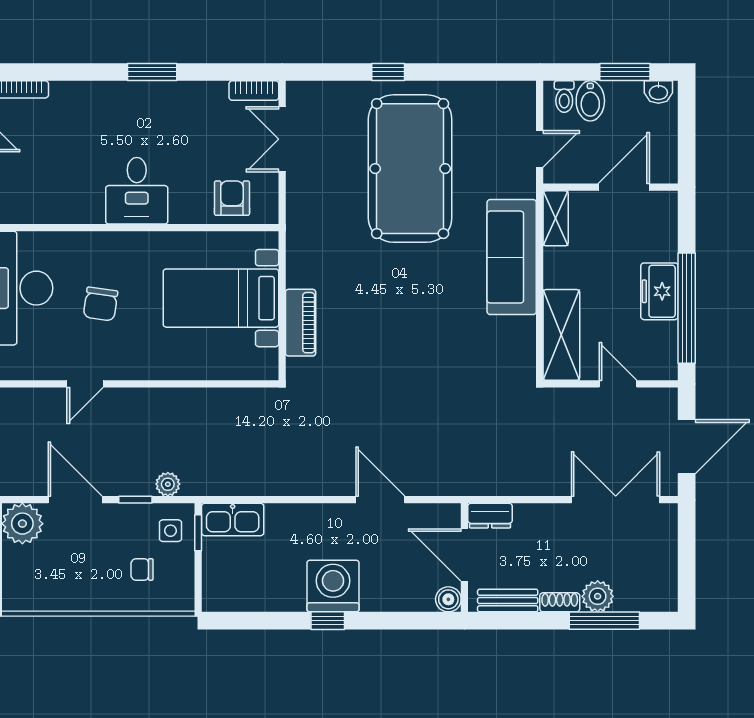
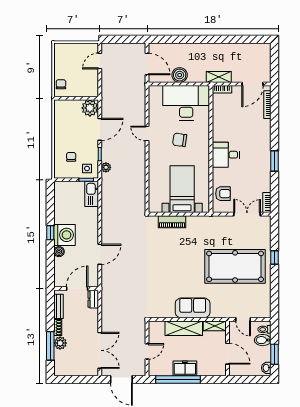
sofa: (512, 257) -> (193, 308), width x0.73
shelving: (561, 335) -> (184, 328), moved
boiler: (448, 599) -> (59, 252), moved

